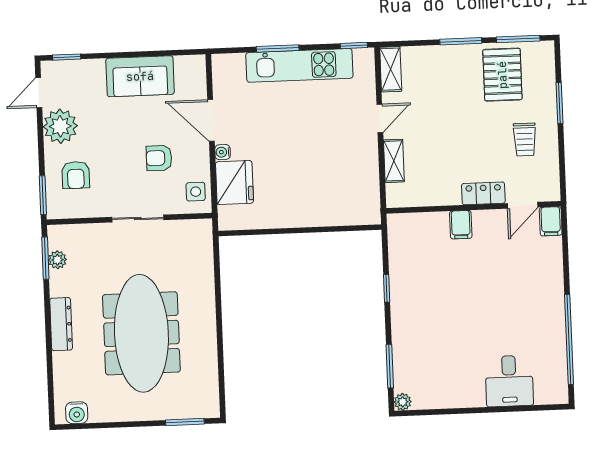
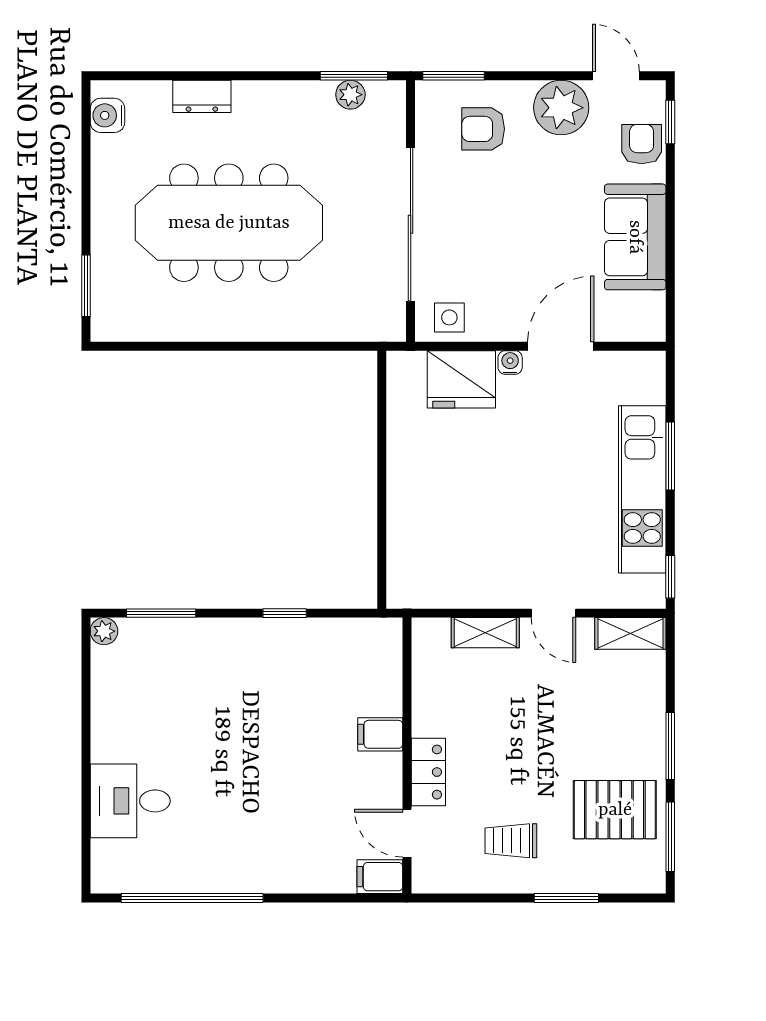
armchair: (159, 158) -> (642, 144), moved
sliding door: (138, 219) -> (411, 224), width x1.86
dresser: (61, 324) -> (202, 96), moved, width x0.70

